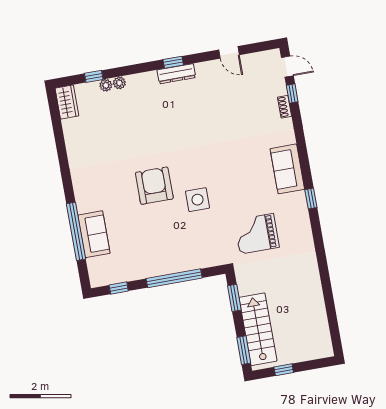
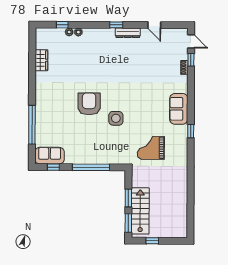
dresser: (176, 74) -> (128, 33), moved
wardrobe: (67, 102) -> (41, 60), moved
sofa: (94, 234) -> (50, 156), moved, turned -90
window: (234, 298) -> (128, 198), moved

